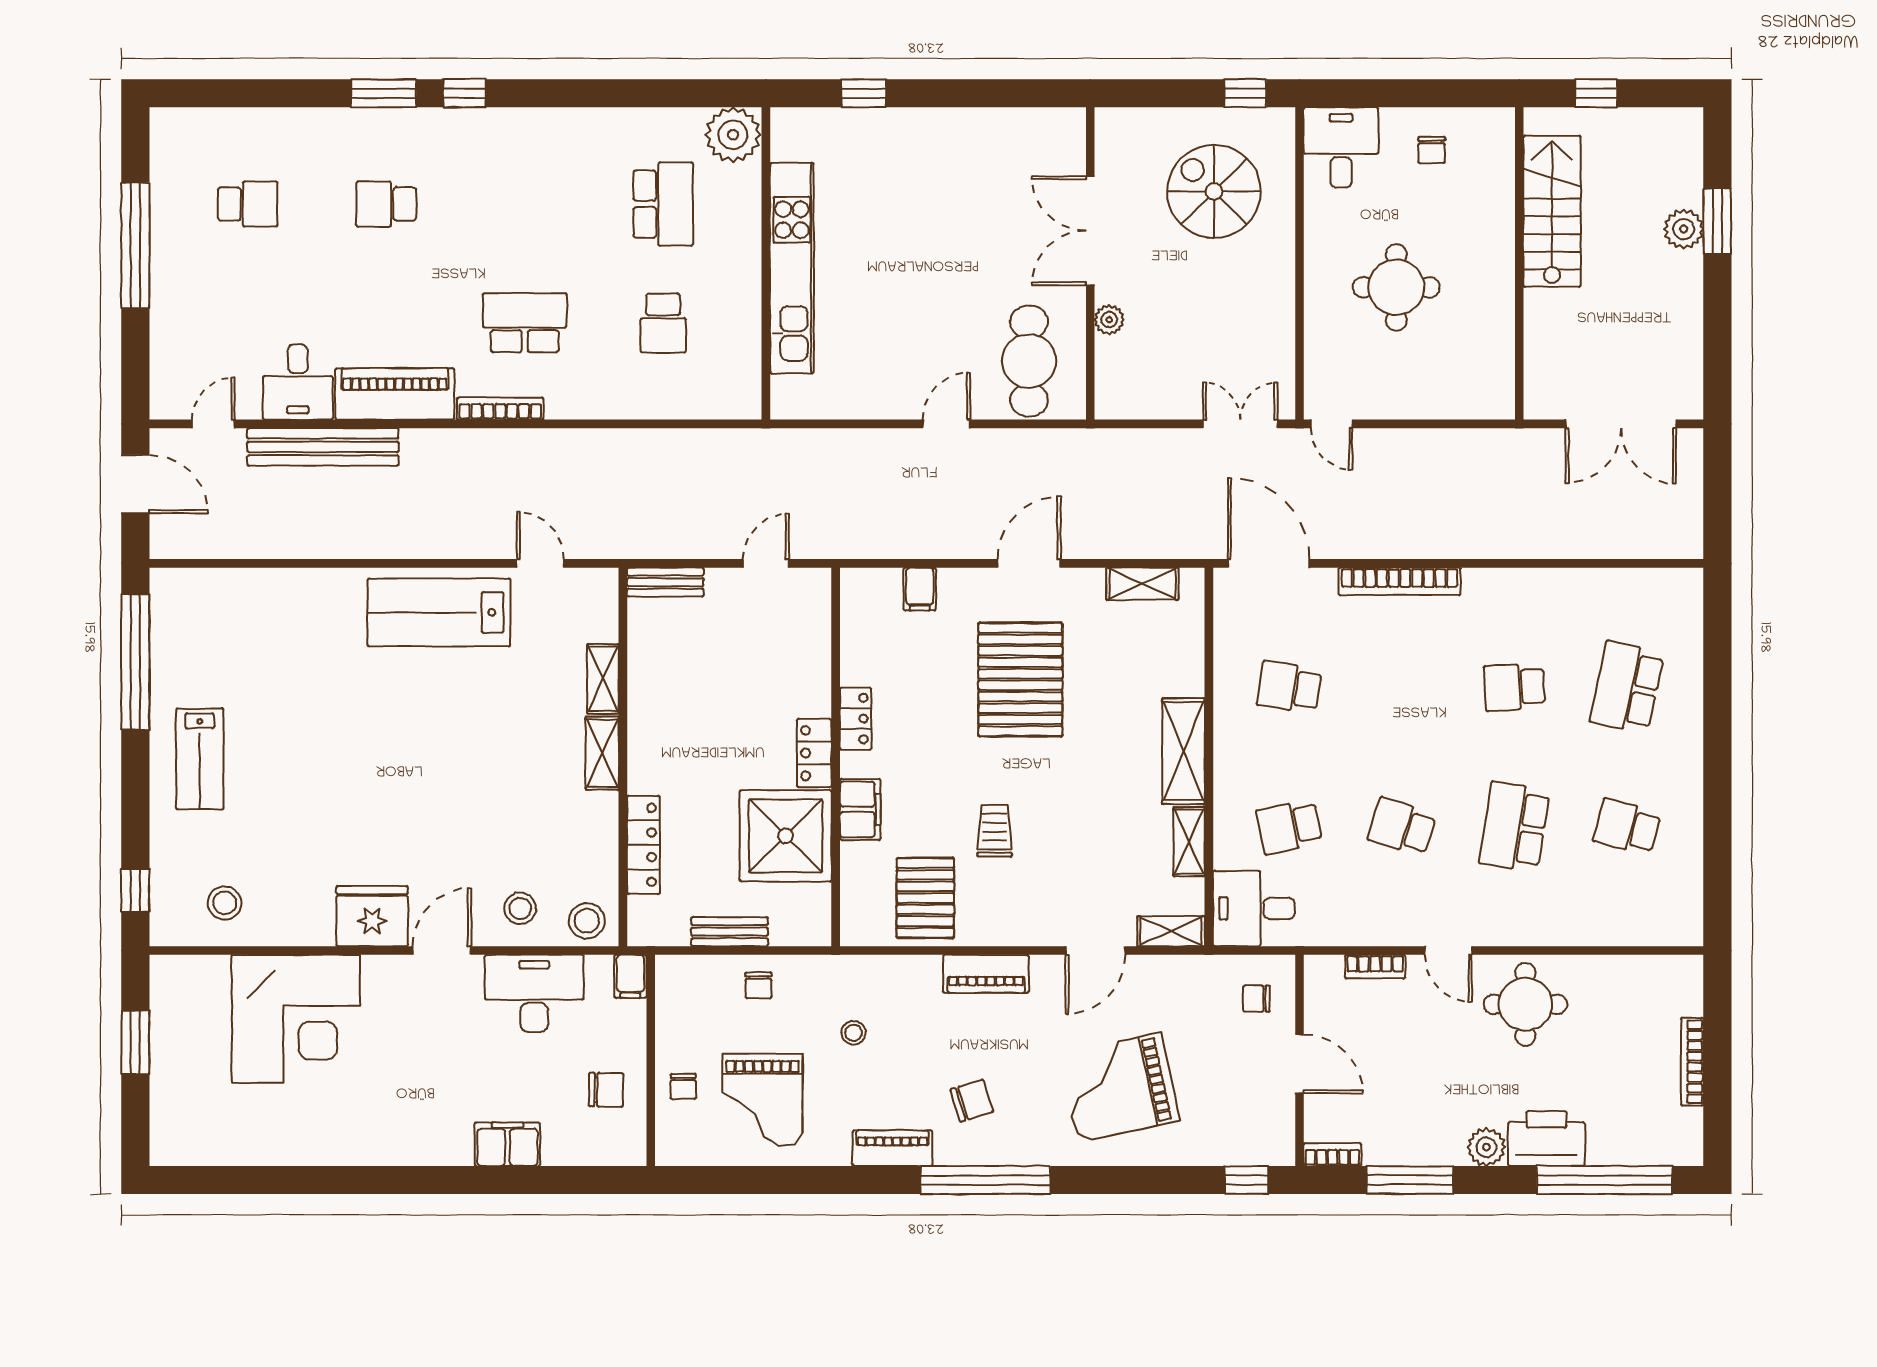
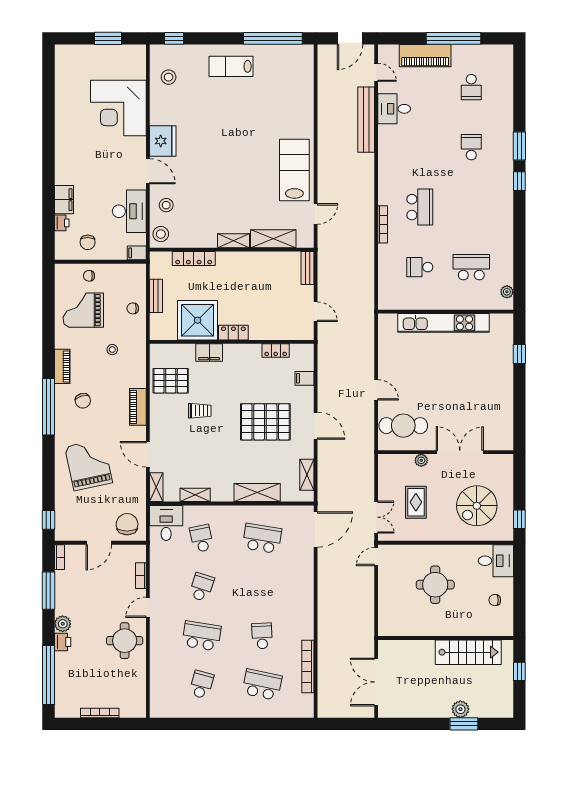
plant: (733, 135) -> (507, 292), width x0.53, depth x0.53
spiral stairs: (1214, 191) -> (477, 506), turned 180
school desk: (663, 204) -> (471, 267), turned 180
rug: (1206, 332) -> (416, 502), added
piano: (395, 394) -> (425, 56), moved, turned 90
bookcase: (500, 409) -> (383, 224), moved
bookcase: (1399, 581) -> (308, 666), moved
shelving: (603, 679) -> (273, 239), width x1.50, depth x1.33
school desk: (1289, 687) -> (262, 538), width x1.85
locker: (856, 719) -> (276, 350), moved
shelving: (1183, 751) -> (257, 492), moved
chair: (1257, 999) -> (127, 524), width x1.87, depth x1.87
printer: (1546, 1139) -> (63, 642), width x0.53, depth x0.68
printer: (561, 1149) -> (62, 223), added

